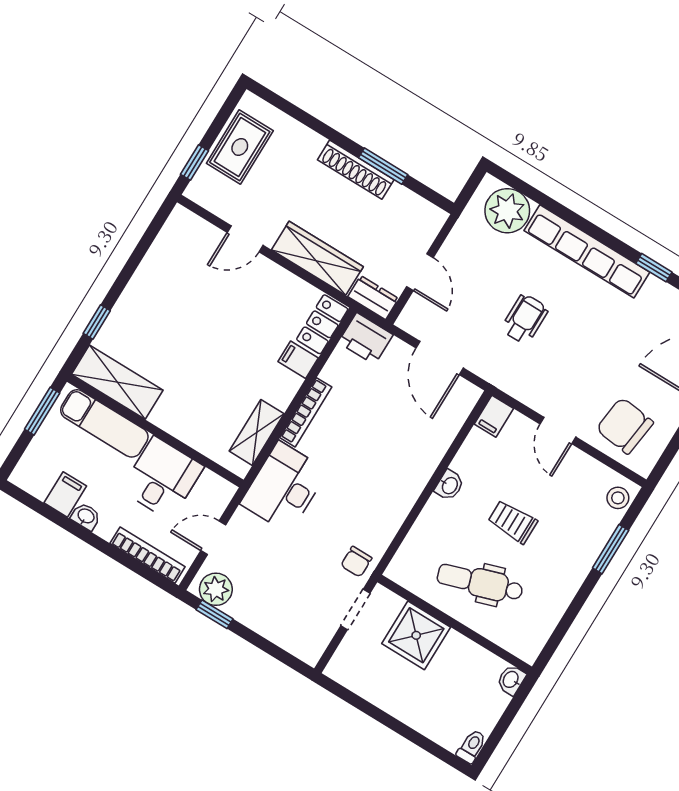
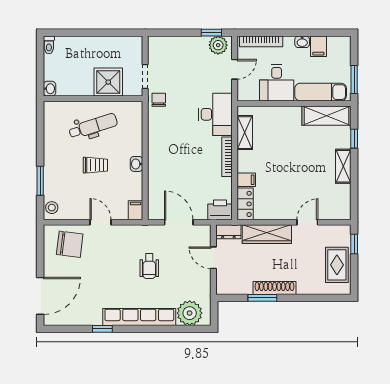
shelving: (139, 290) -> (343, 166), added

